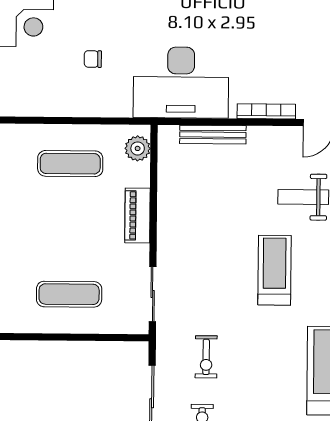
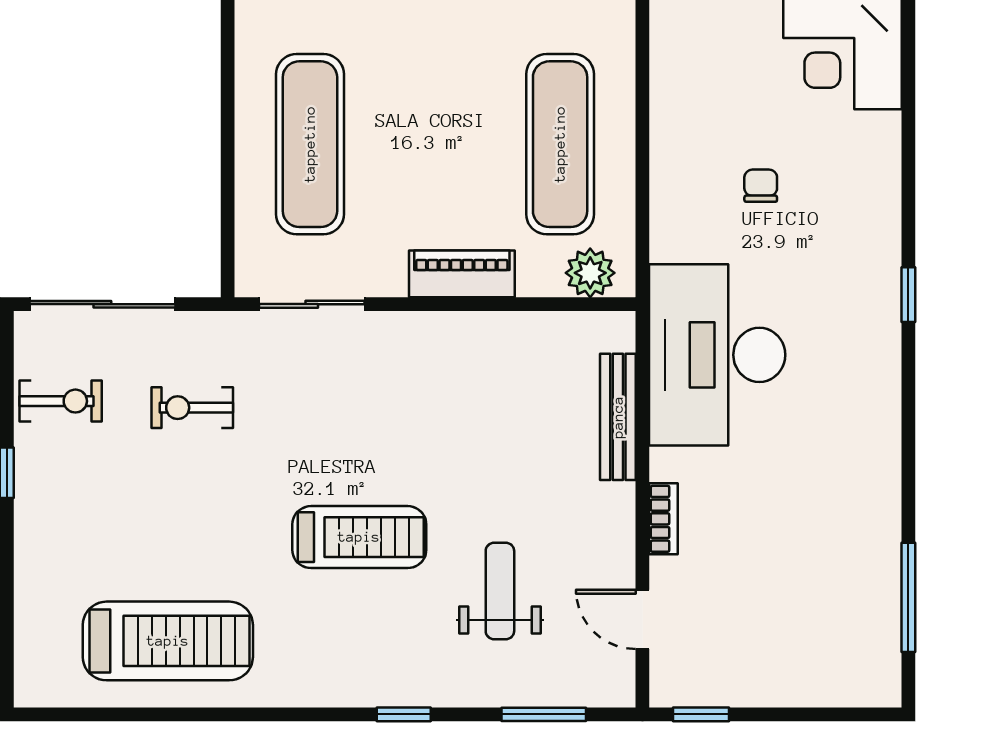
bookcase: (266, 111) -> (663, 519), width x0.64
exercise mat: (70, 164) -> (560, 144), width x1.36, depth x1.45
exercise mat: (69, 294) -> (310, 144), width x1.36, depth x1.45

